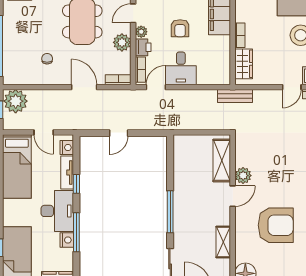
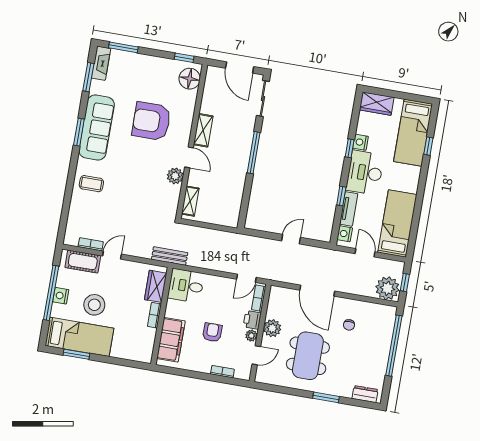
desk: (181, 68) -> (186, 286), moved, turned -90
bookcase: (118, 80) -> (282, 292), removed
door: (84, 87) -> (317, 291), width x1.36
shelving: (222, 160) -> (190, 201), width x0.67, depth x0.75
door: (233, 196) -> (189, 157), swing flipped
window: (76, 232) -> (350, 148), width x0.46
shelving: (223, 242) -> (203, 130), moved

